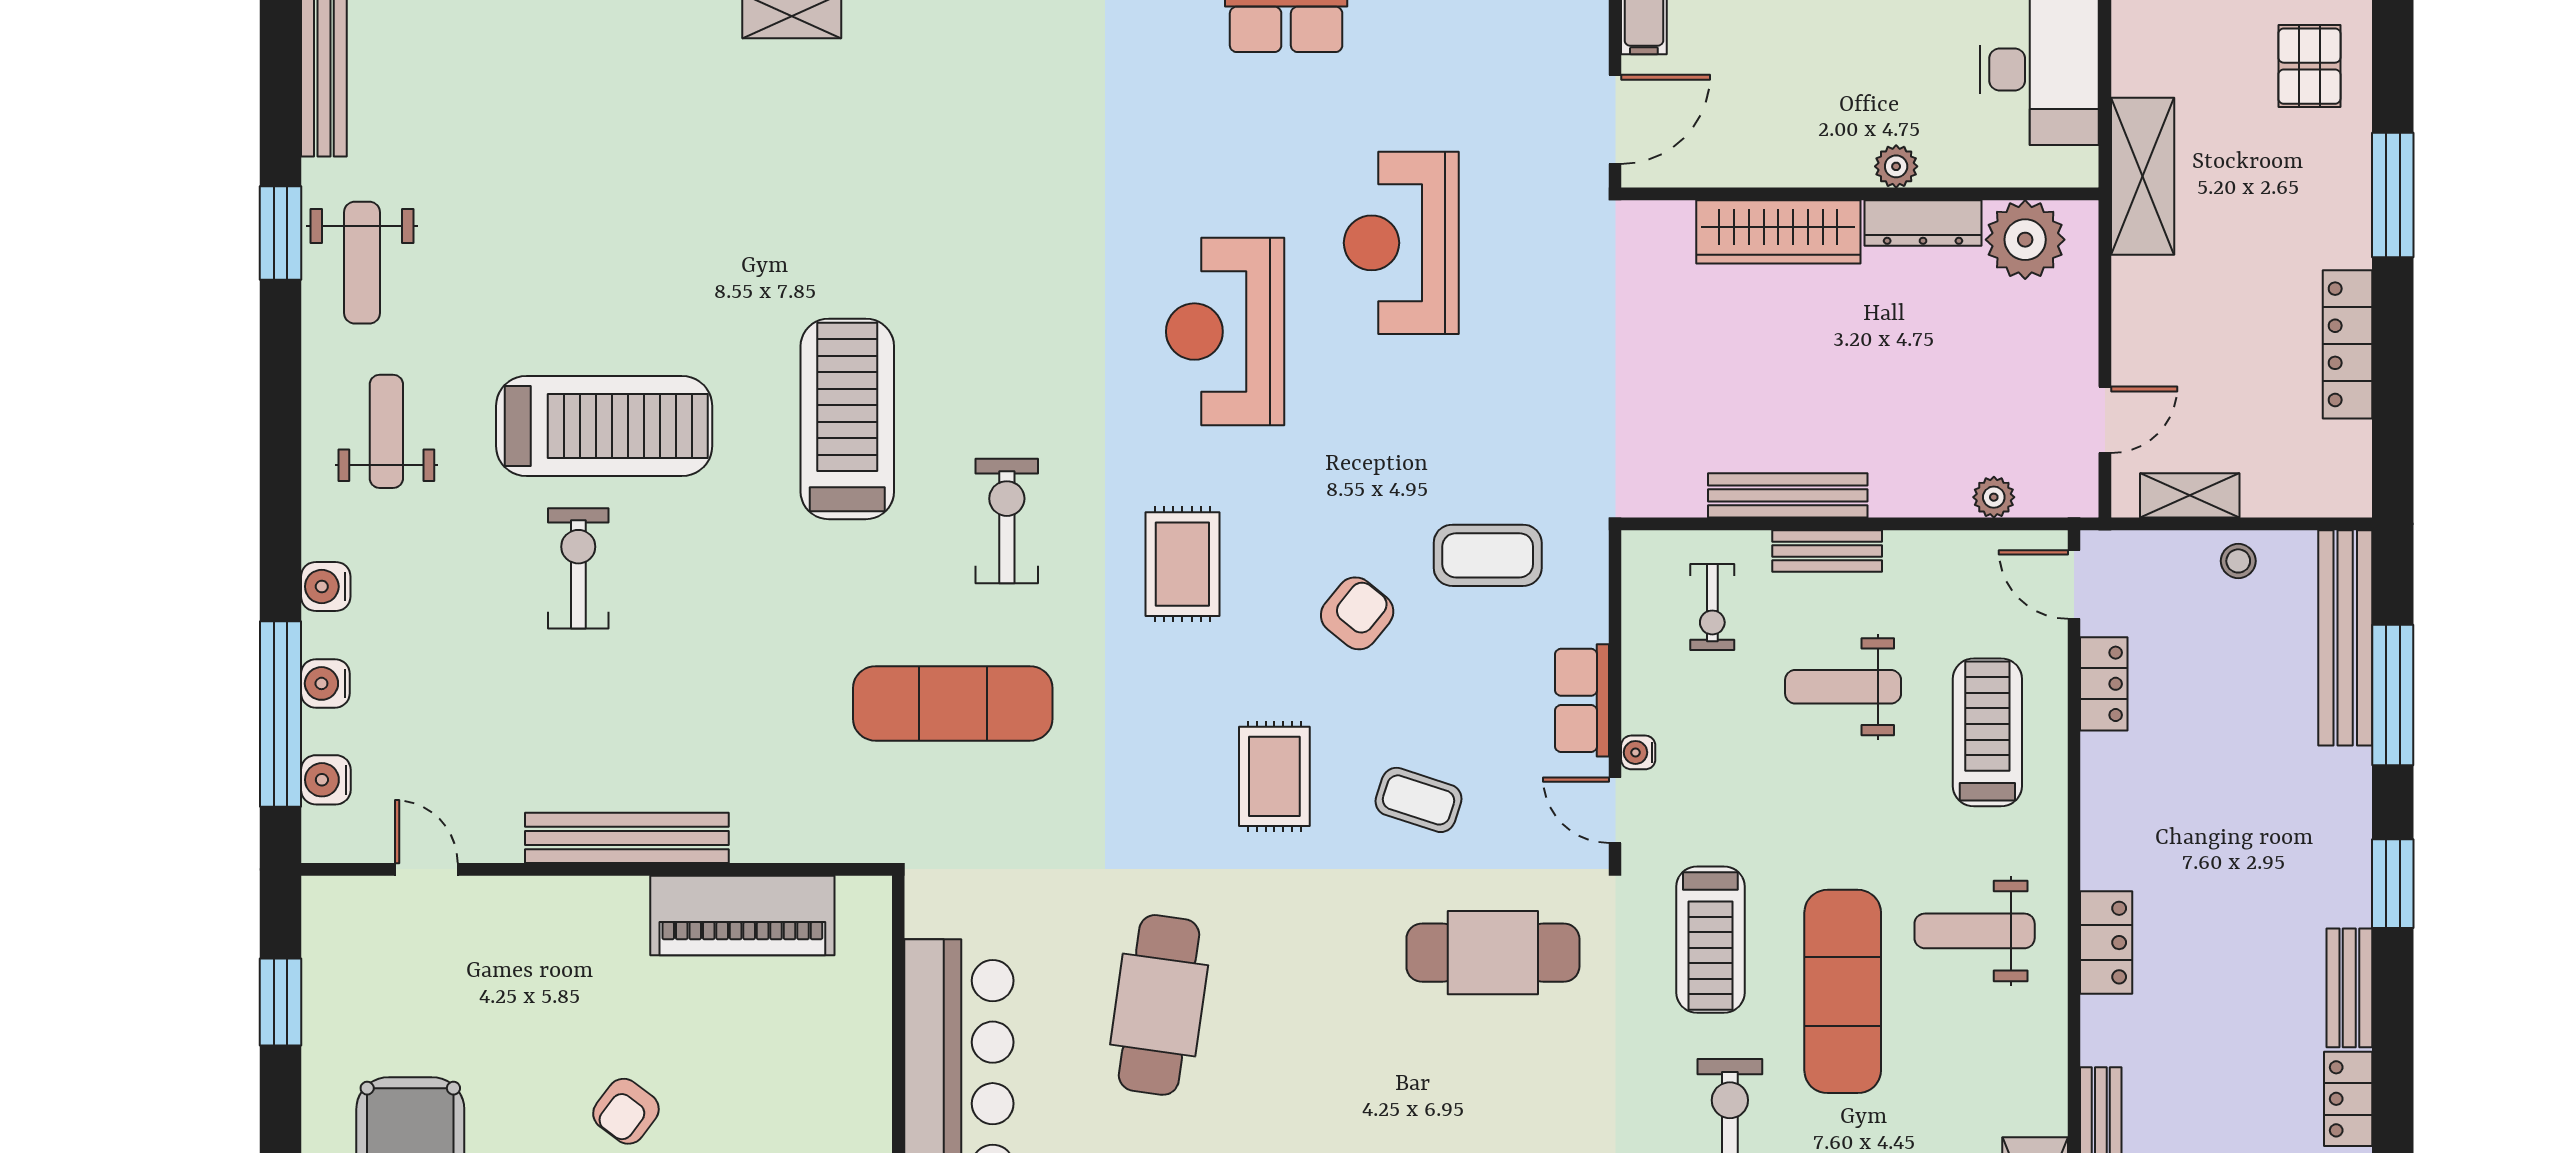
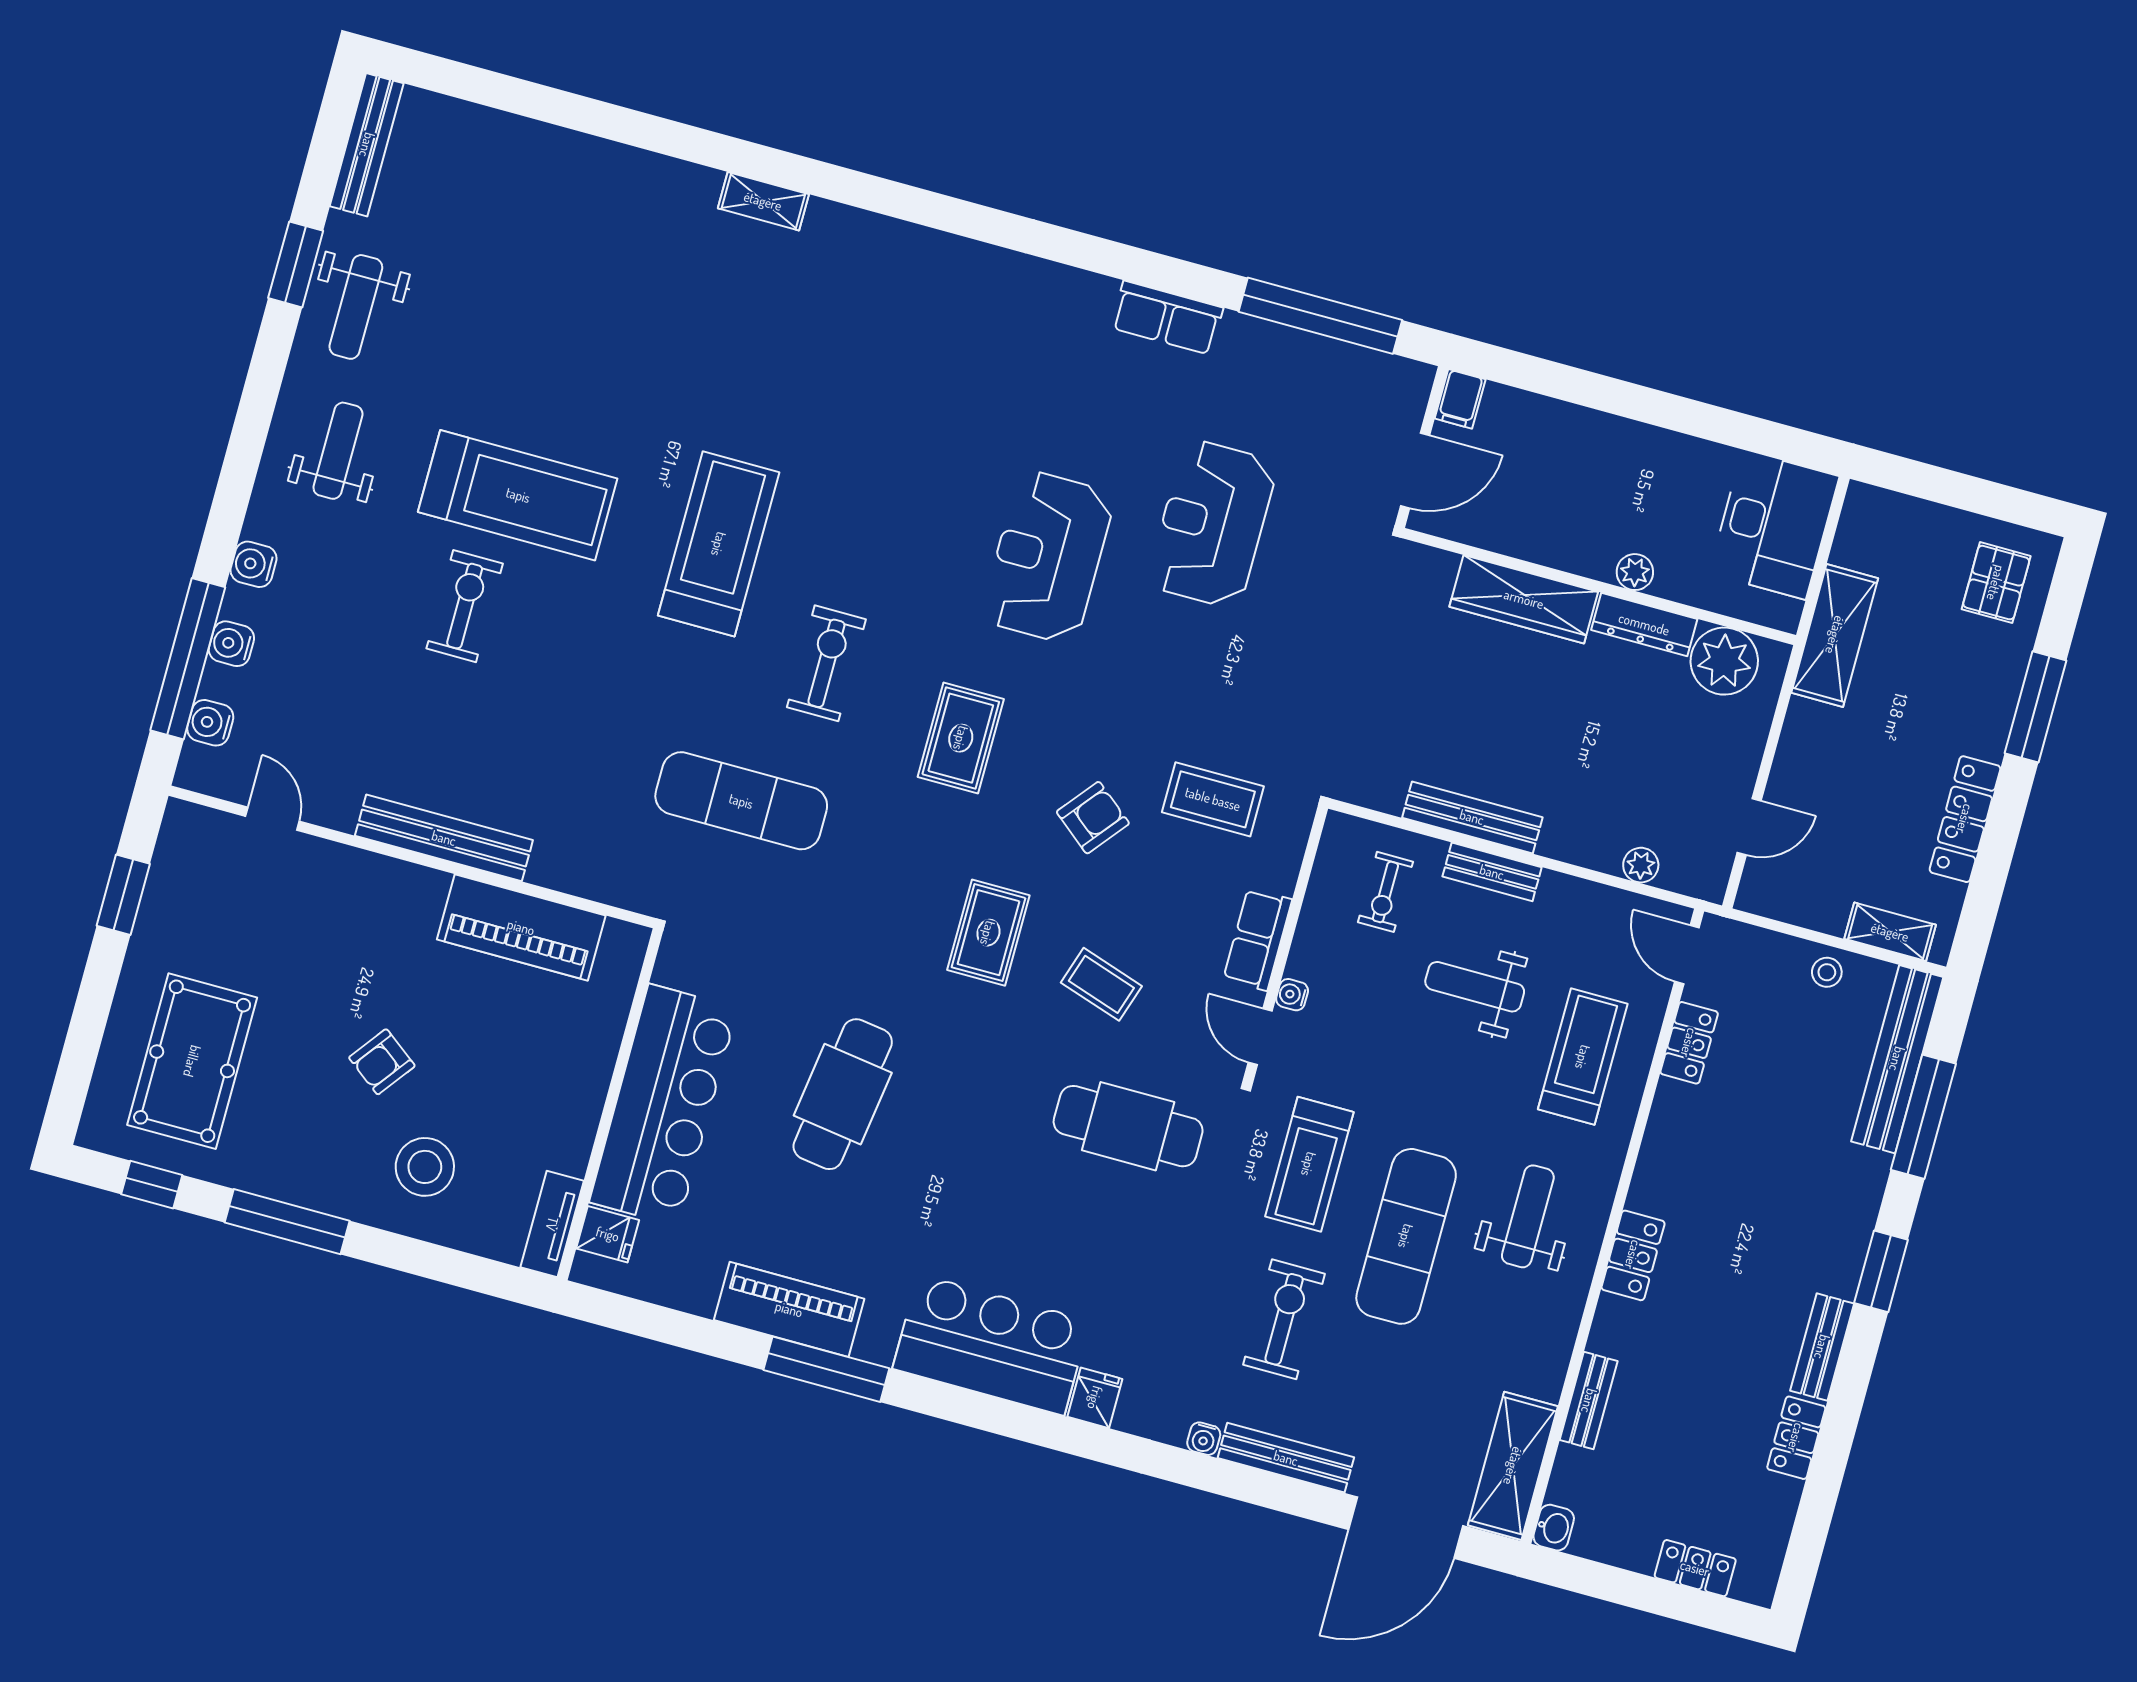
shelving: (2190, 495) -> (1890, 932), moved
weight bench: (1975, 931) -> (1528, 1216), turned 90

